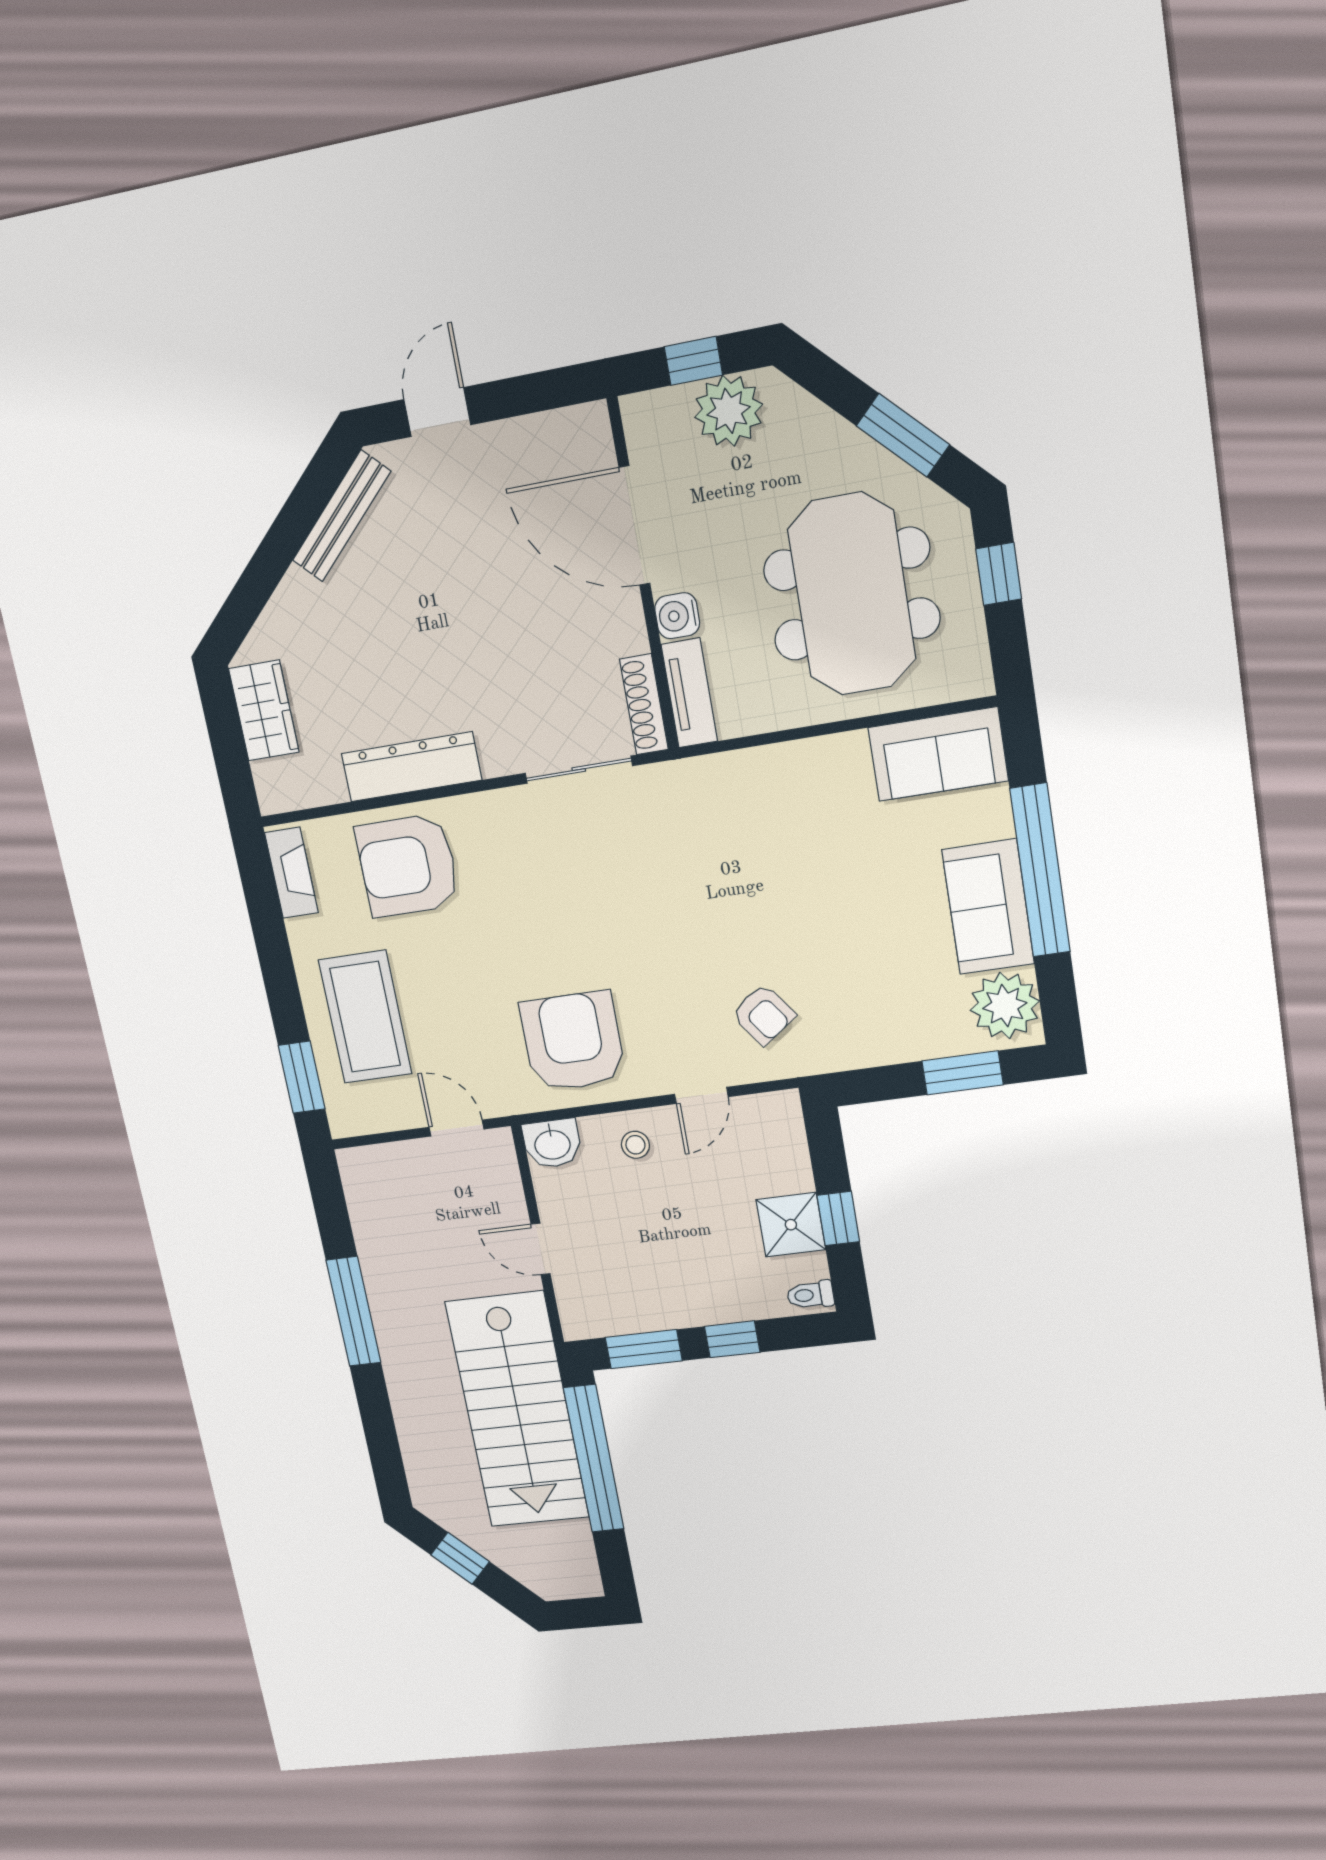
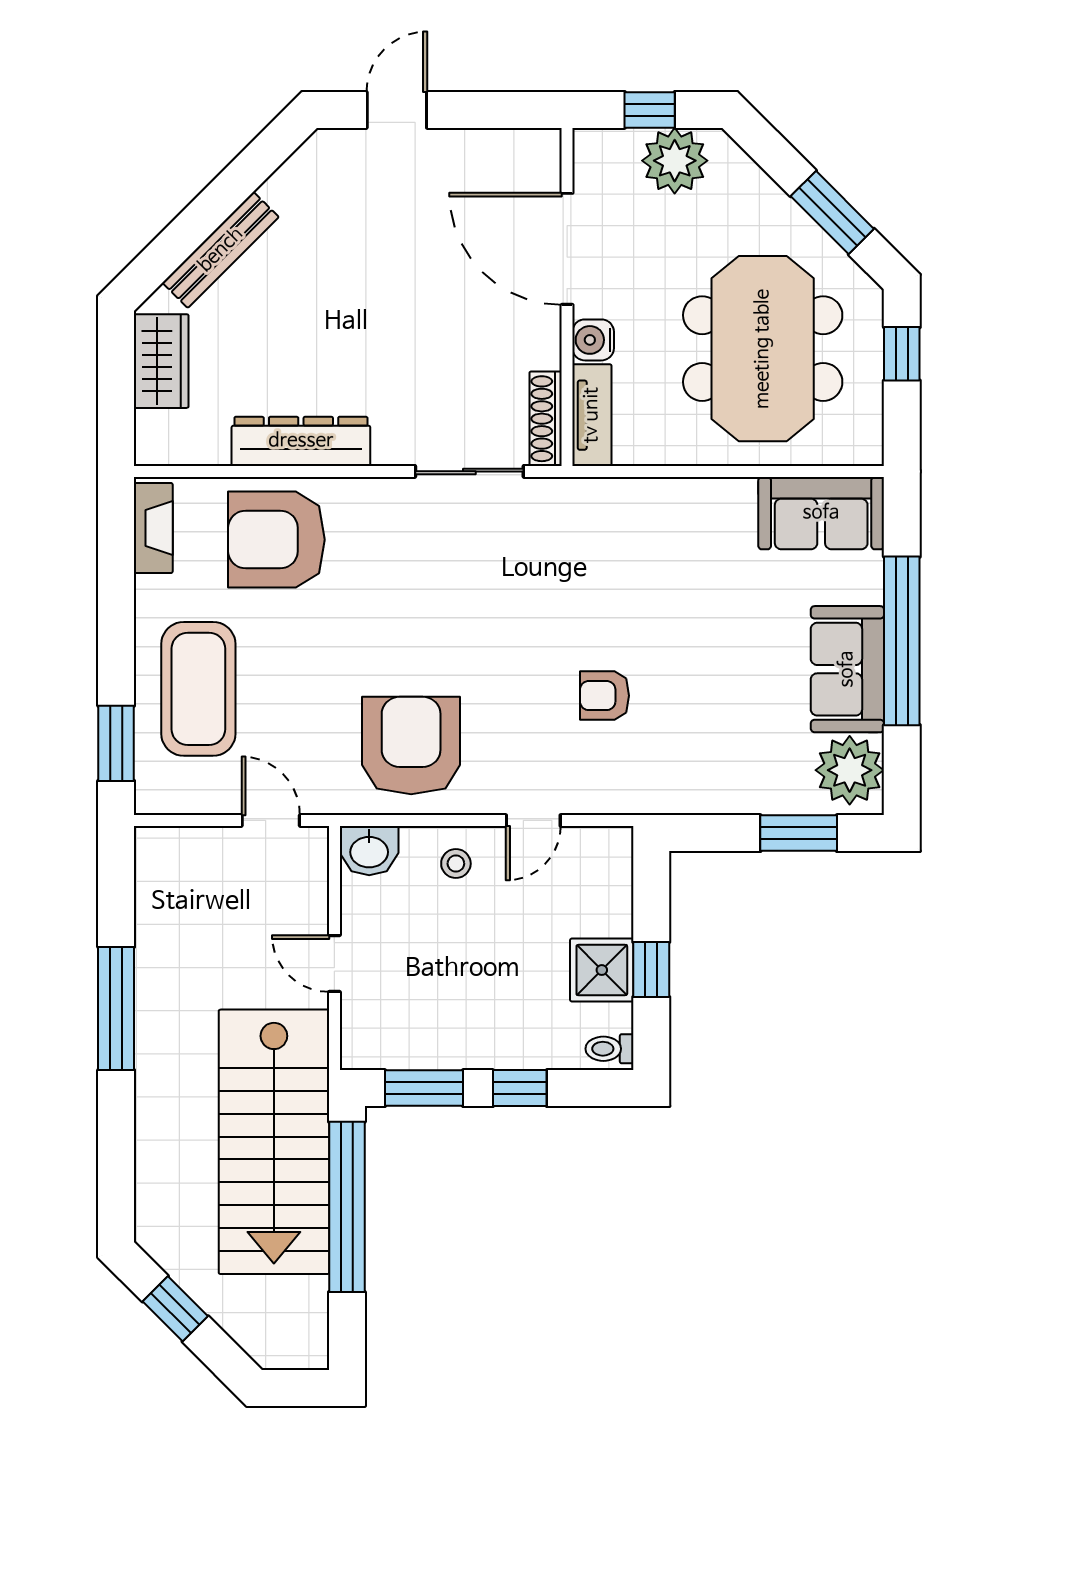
bench: (342, 516) -> (221, 250), moved
armchair: (763, 1015) -> (605, 696), moved, turned 126

